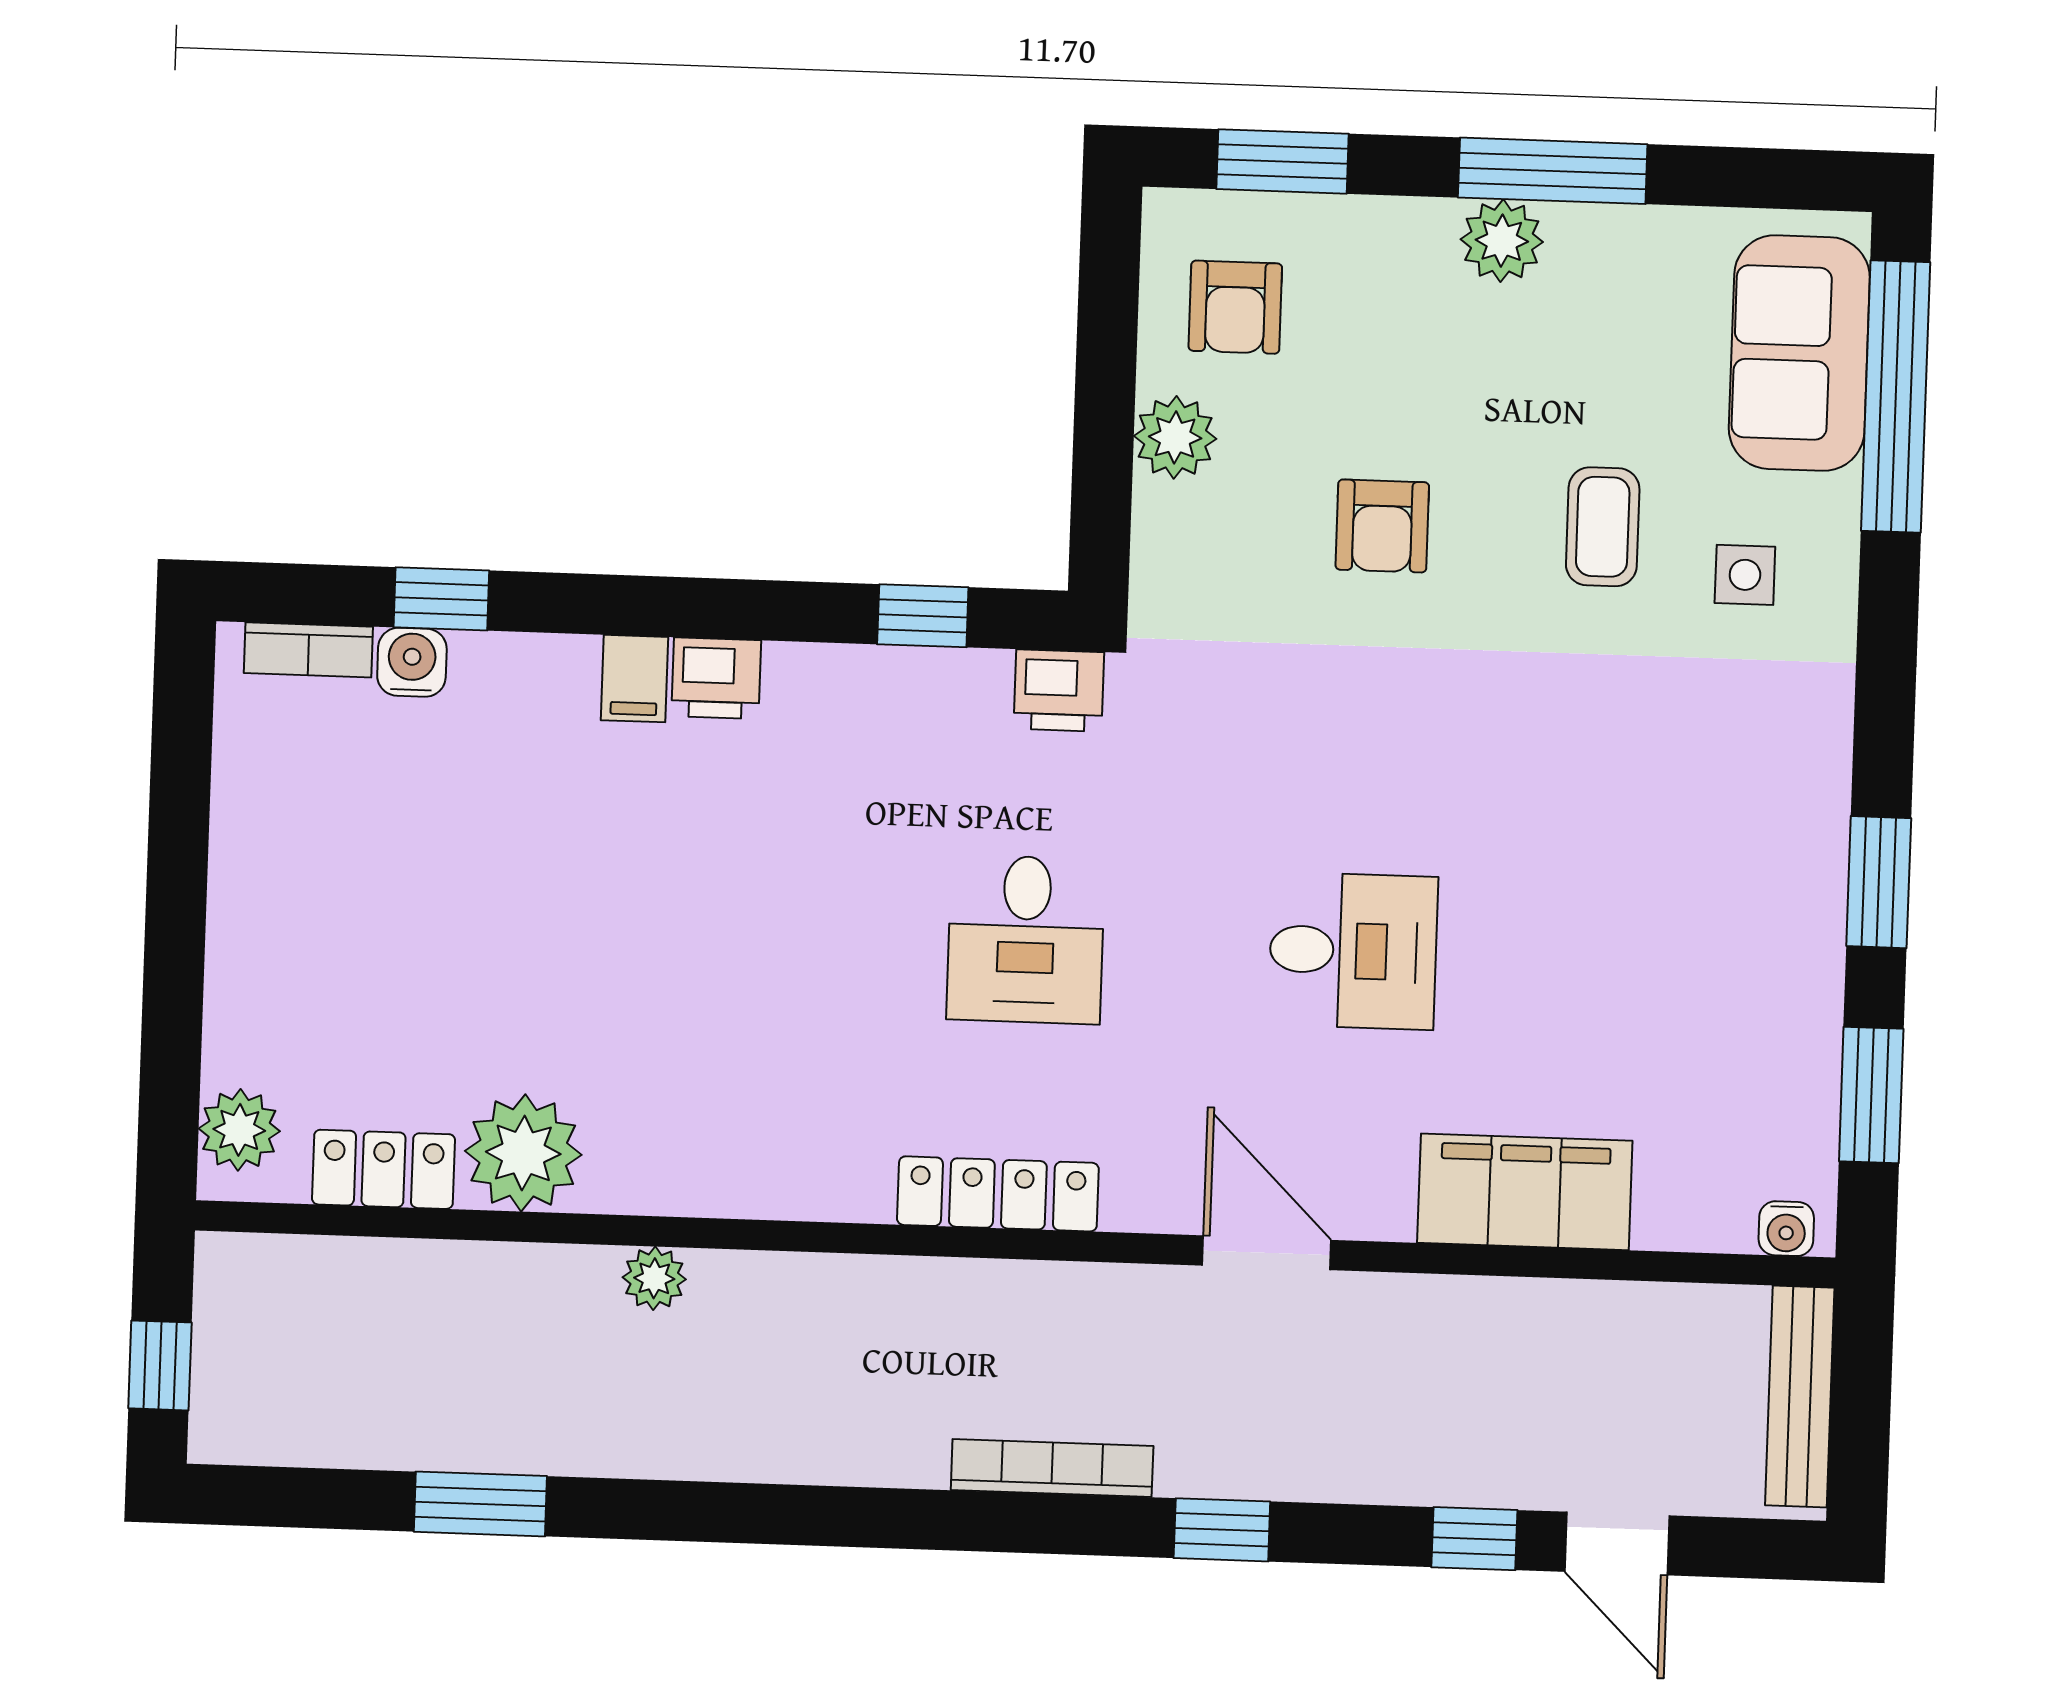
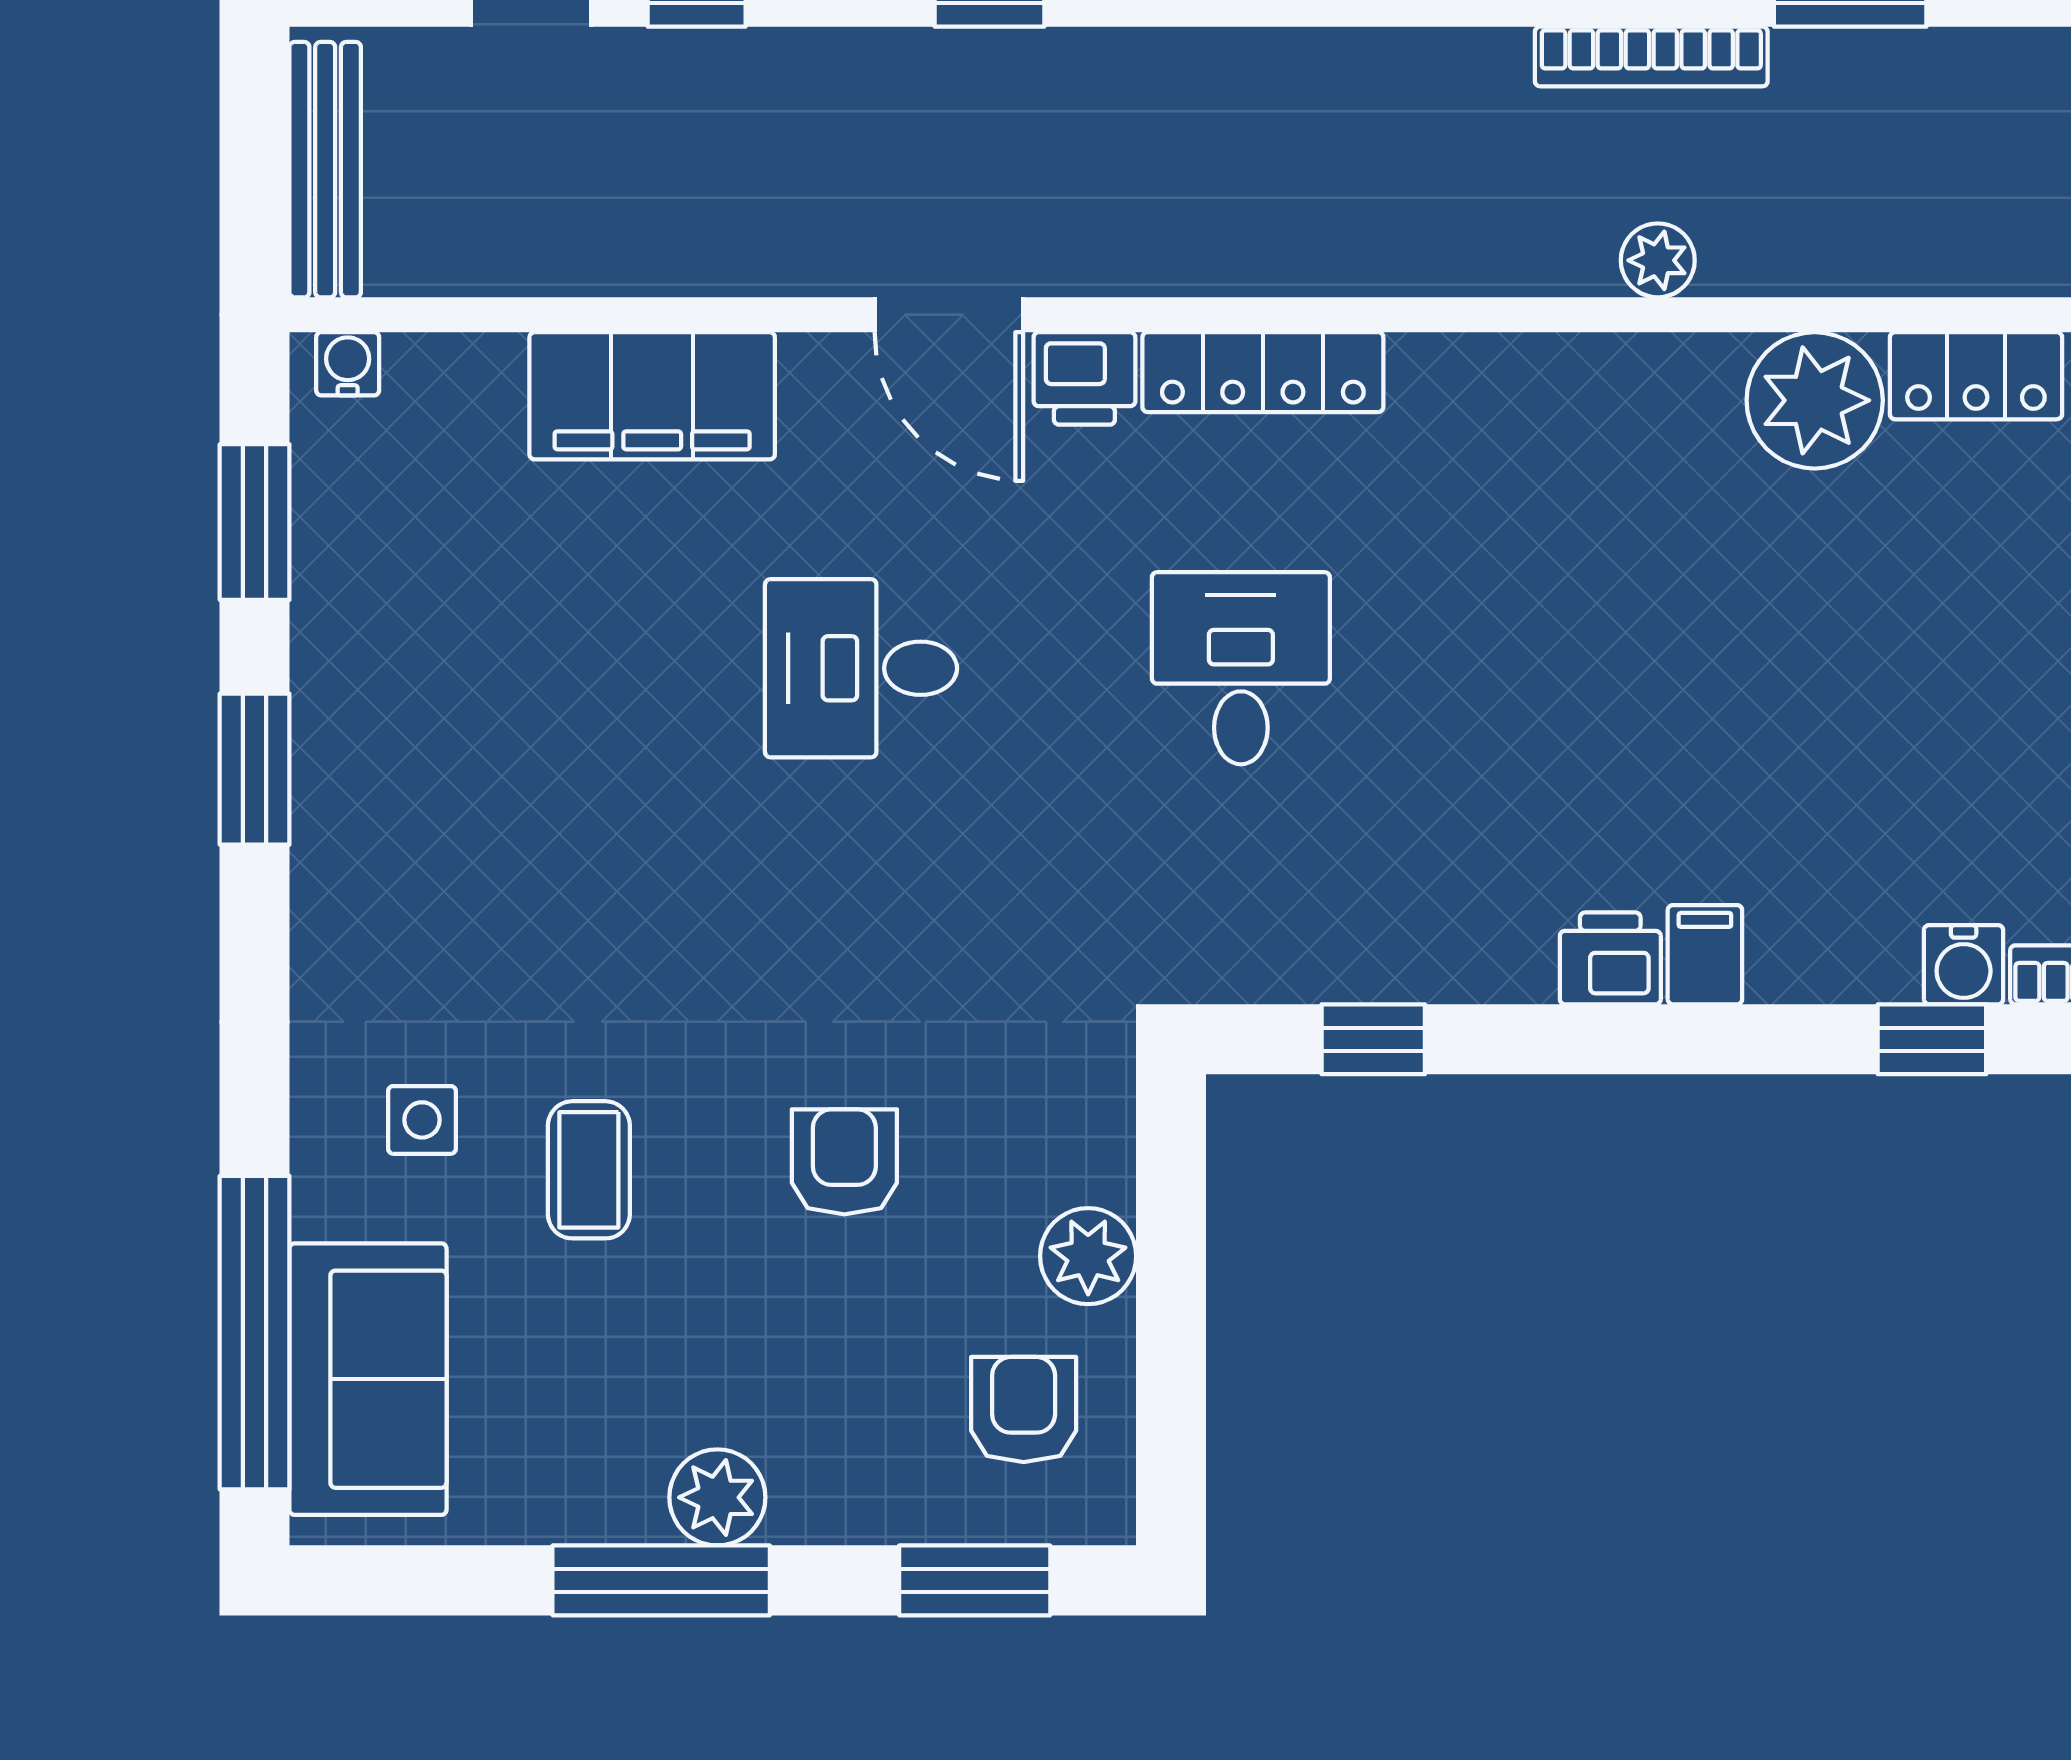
printer: (1059, 690) -> (1084, 378), moved, turned 180
bookcase: (1052, 1468) -> (1651, 57), moved

